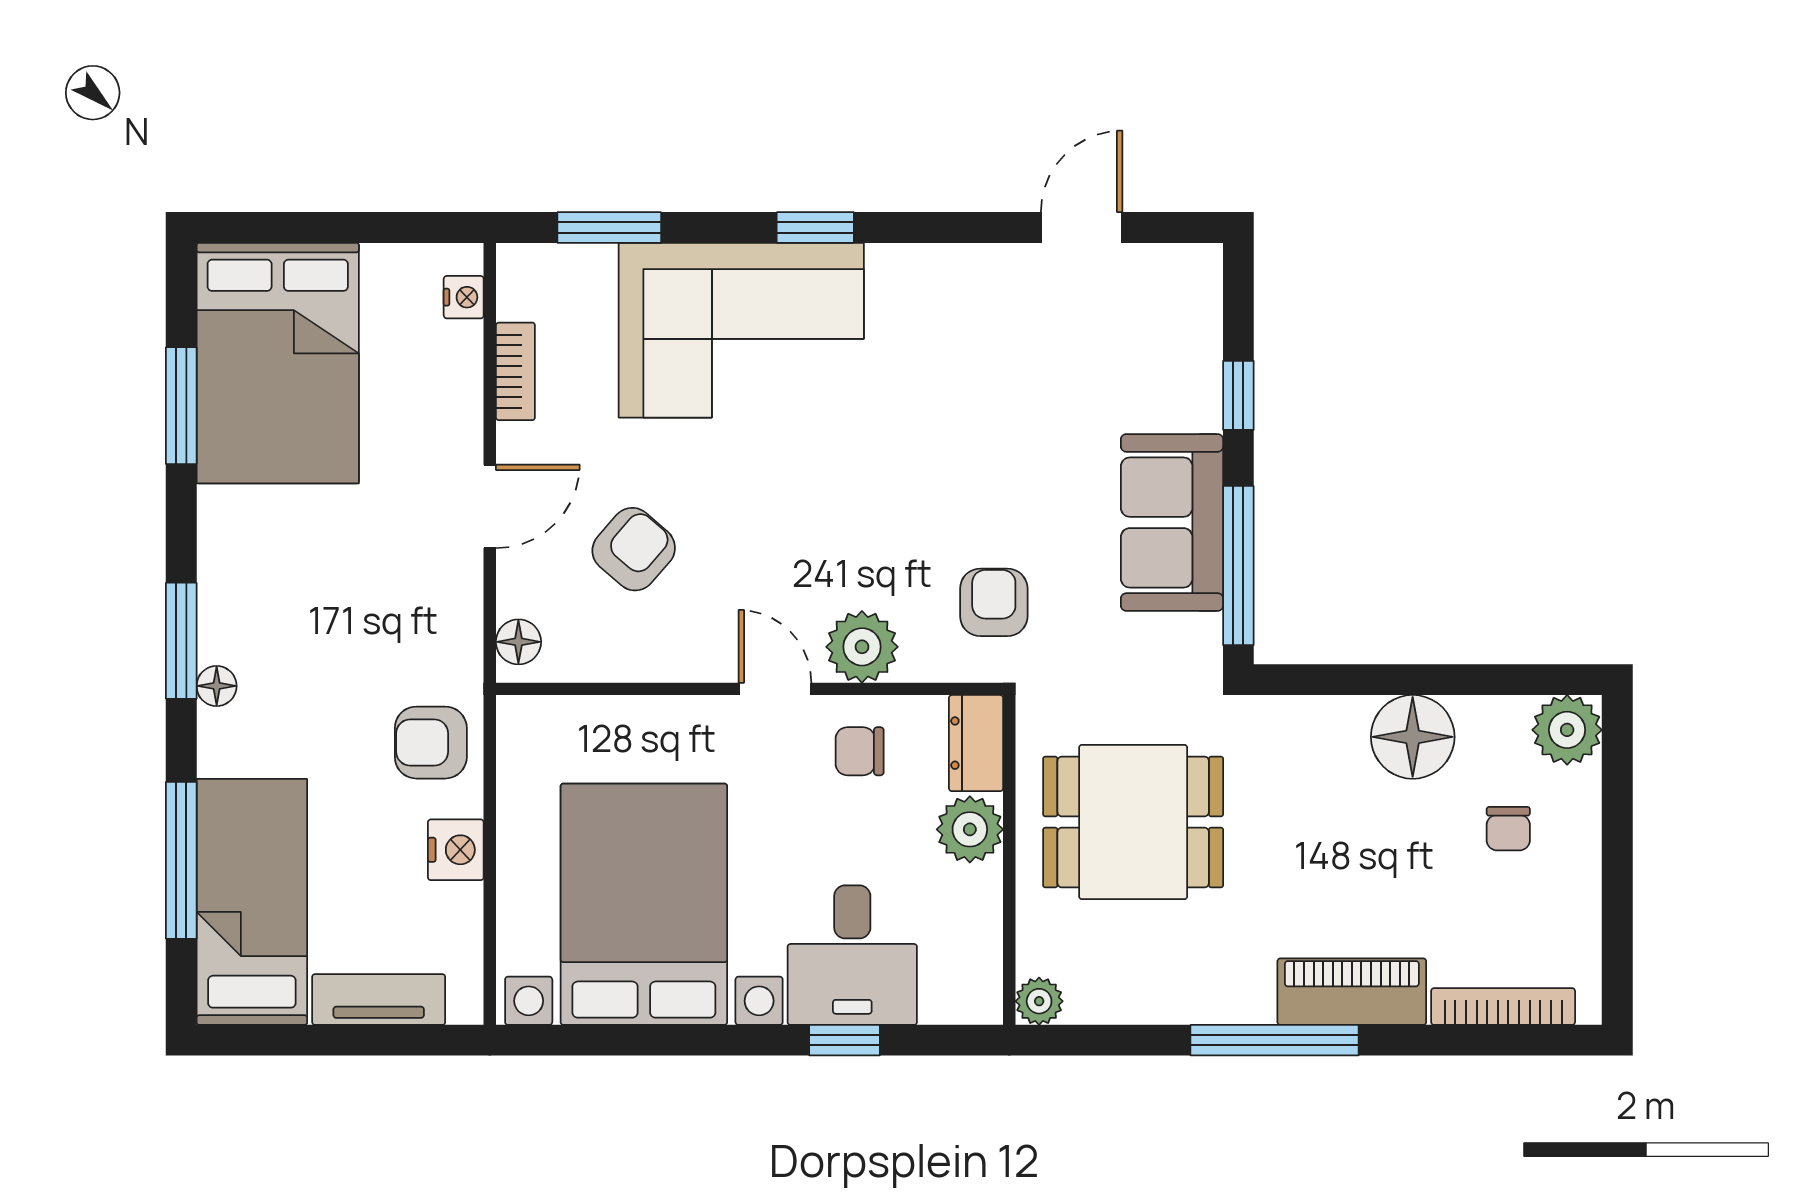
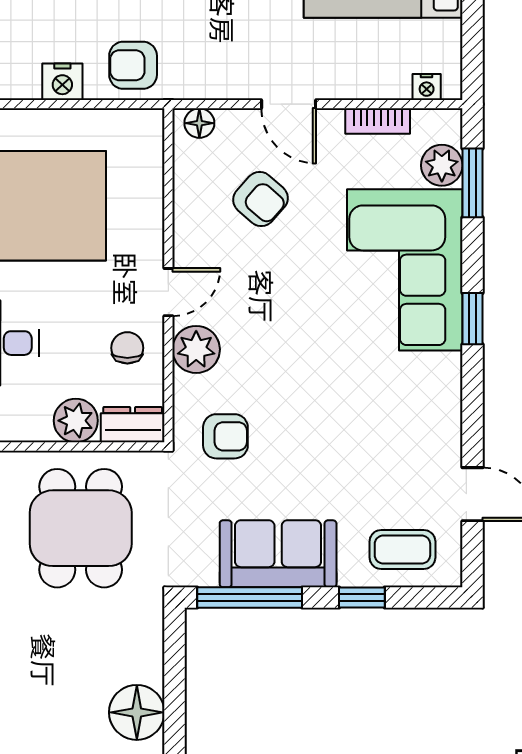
plant: (583, 274) -> (442, 165), added
coffee table: (1166, 334) -> (402, 550), added
armchair: (431, 743) -> (133, 65), turned -90

